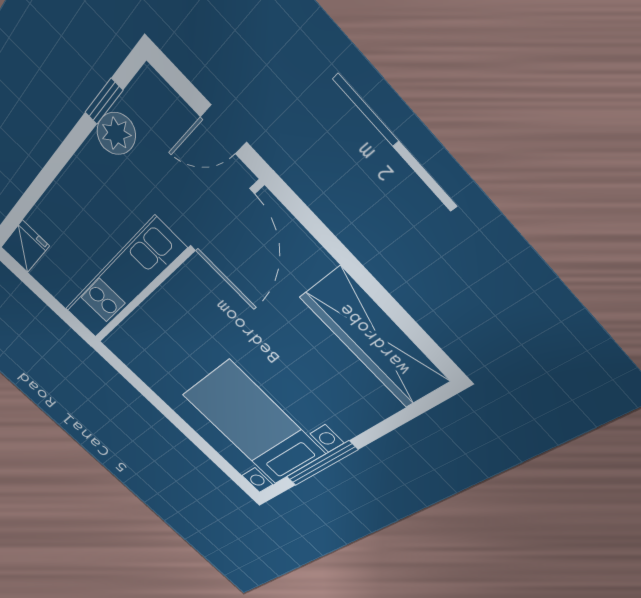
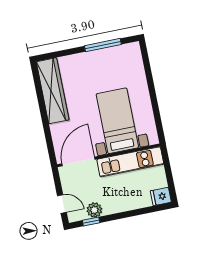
door: (223, 129) -> (62, 204), moved
bed with nightstands: (253, 424) -> (117, 121), moved, turned 180

